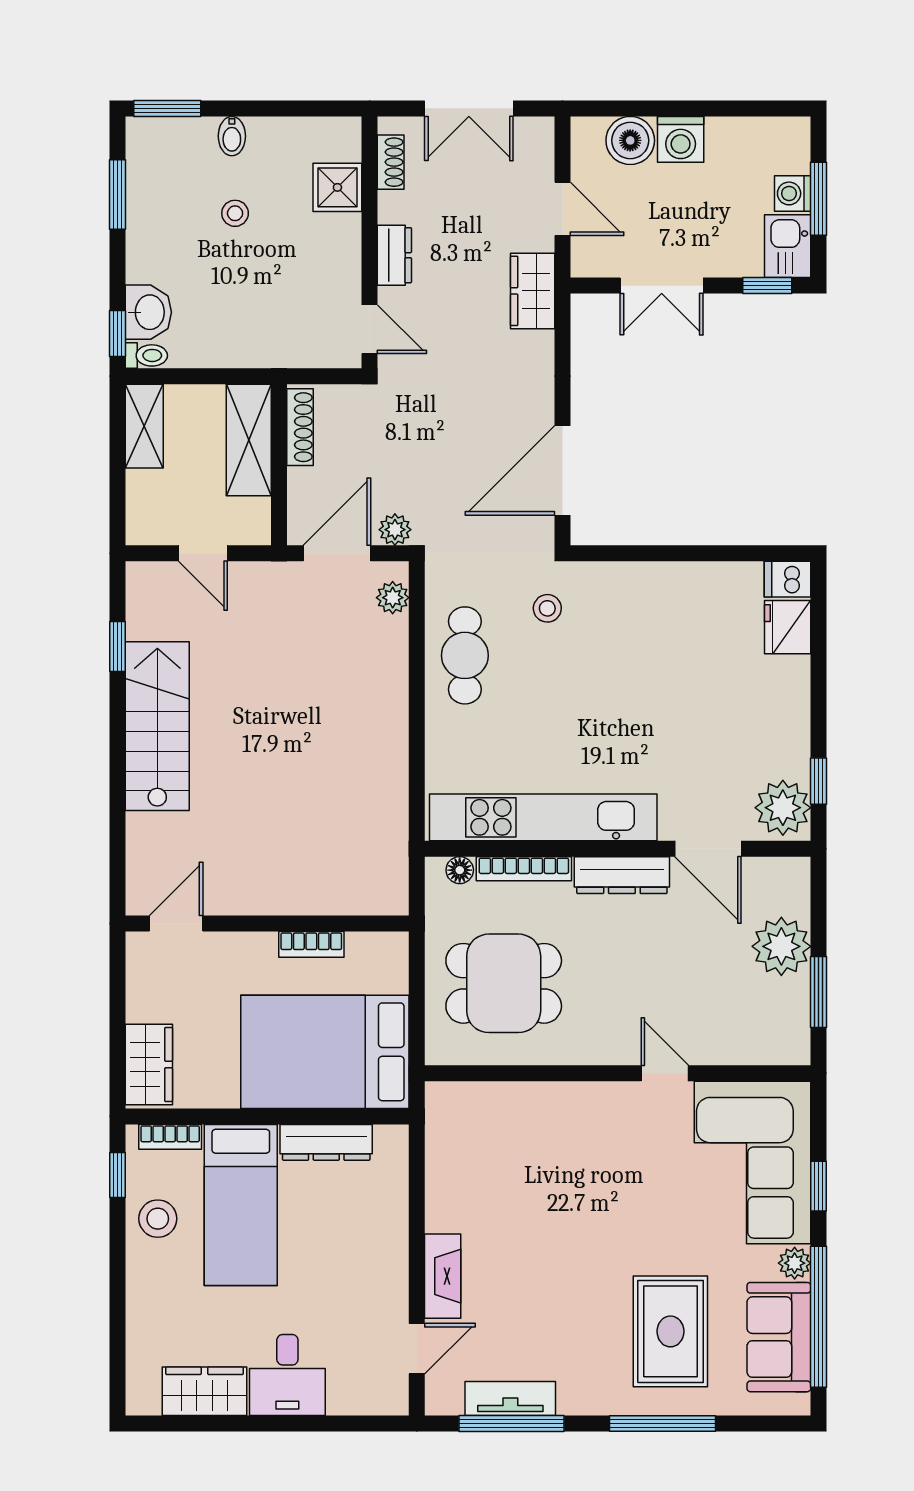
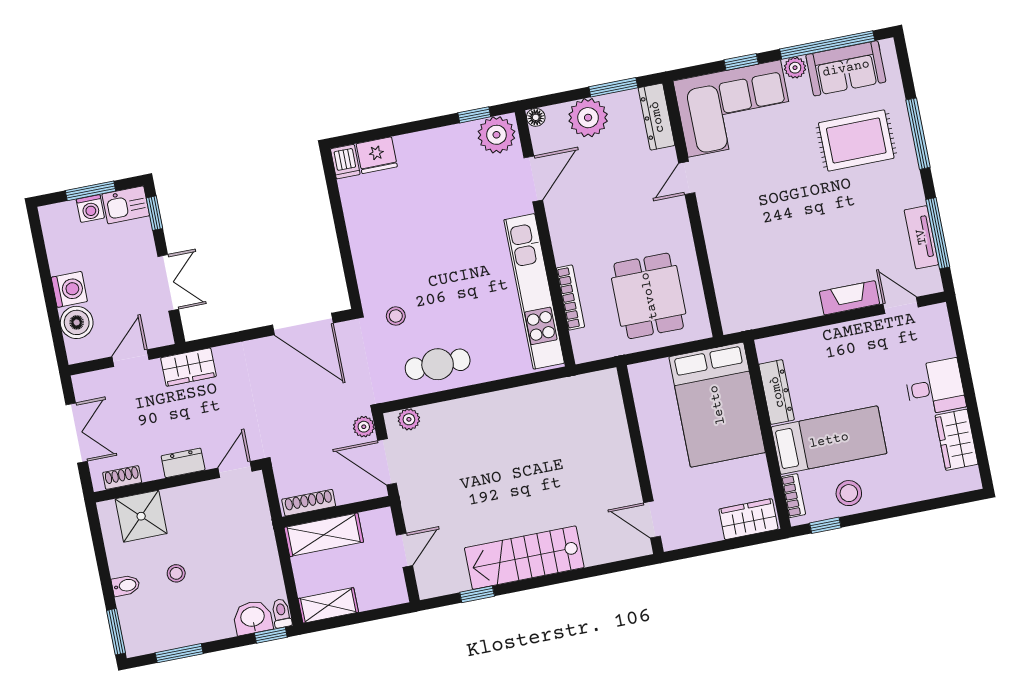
shower: (337, 187) -> (141, 516), width x1.36, depth x1.36
floor lamp: (460, 870) -> (536, 117), moved
dresser: (622, 875) -> (657, 117), moved, turned 180
bookcase: (311, 944) -> (648, 428), removed

